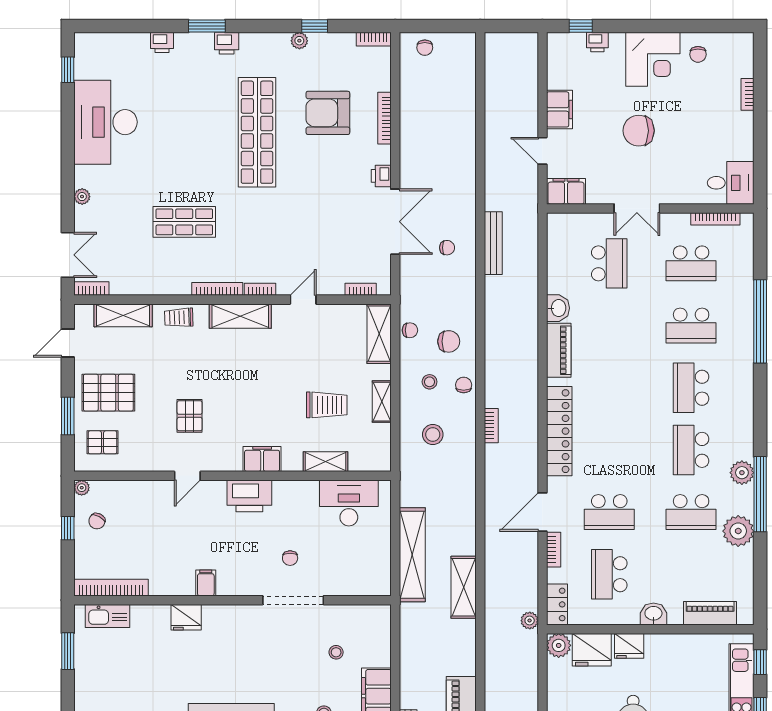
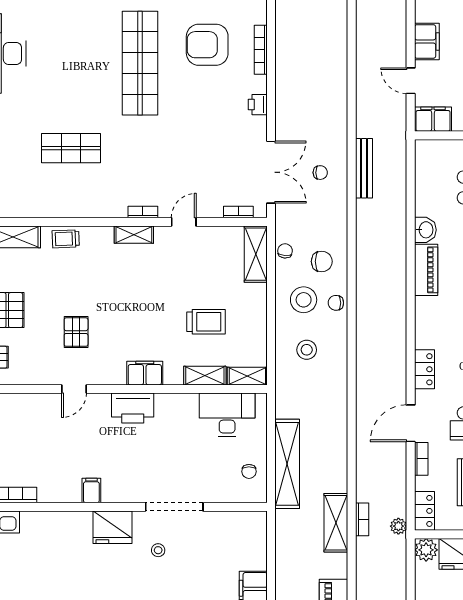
double door: (395, 222) -> (271, 172), moved
bookcase: (217, 289) -> (102, 212), removed
shelving: (240, 316) -> (134, 235), width x0.67, depth x0.75
chair: (410, 330) -> (285, 251), turned -85
stool: (430, 382) -> (304, 300), width x1.89, depth x1.89
chair: (464, 385) -> (336, 303), turned -90
shelving: (382, 402) -> (247, 376), moved, turned 90
bookcase: (491, 426) -> (362, 519), moved
locker: (559, 431) -> (424, 369), width x0.46, depth x0.83
chair: (290, 558) -> (249, 471), moved
shelving: (464, 587) -> (336, 523), moved
fridge: (186, 617) -> (113, 527), moved, width x1.36, depth x1.34
stool: (336, 652) -> (158, 550), moved

